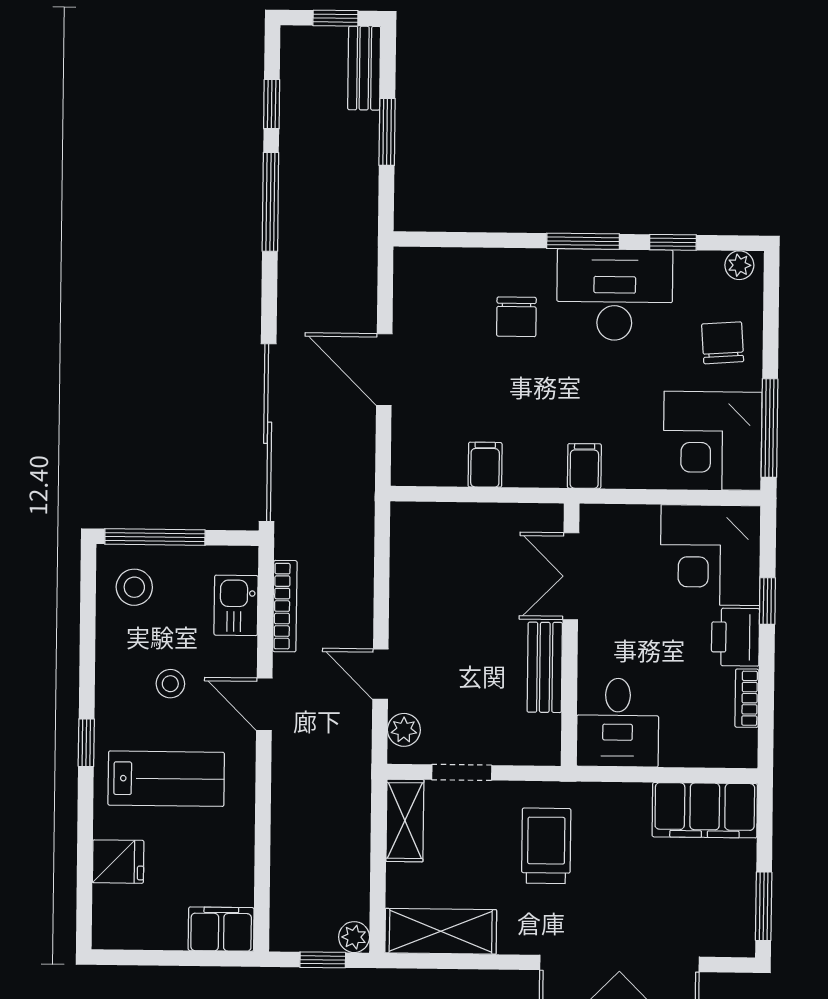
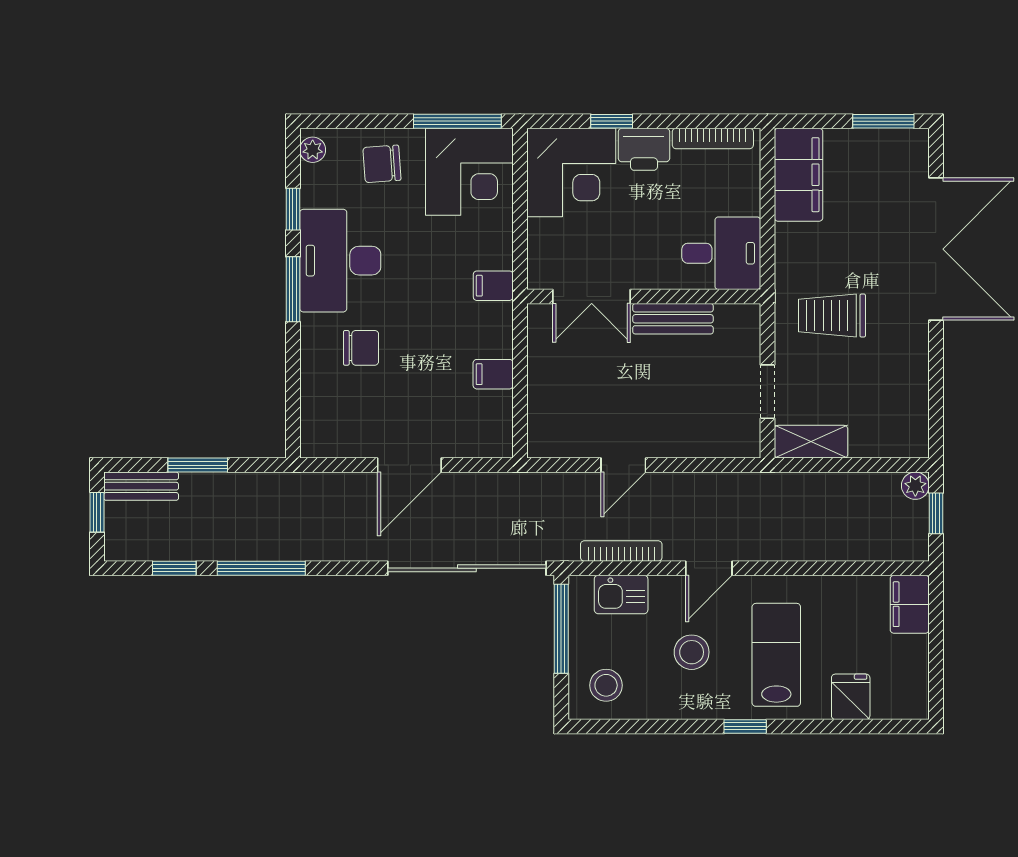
window: (155, 537) -> (561, 629), moved
door: (380, 674) -> (623, 465), moved
stool: (170, 684) -> (692, 652), width x1.37, depth x1.37
bookcase: (747, 698) -> (713, 138), width x1.56
plant: (404, 730) -> (730, 444), removed
shelving: (441, 931) -> (909, 409), removed

